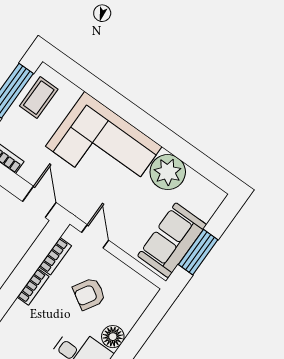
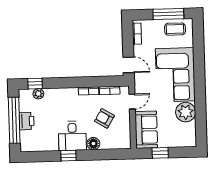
door: (39, 202) -> (129, 65), hinge flipped
sofa: (172, 240) -> (146, 130), moved, turned 90
window: (198, 252) -> (160, 153), width x0.67

